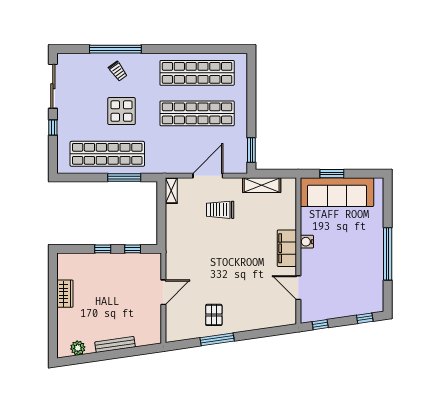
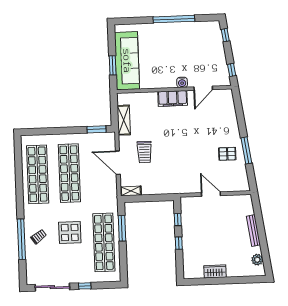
water cooler: (307, 242) -> (182, 82), moved

